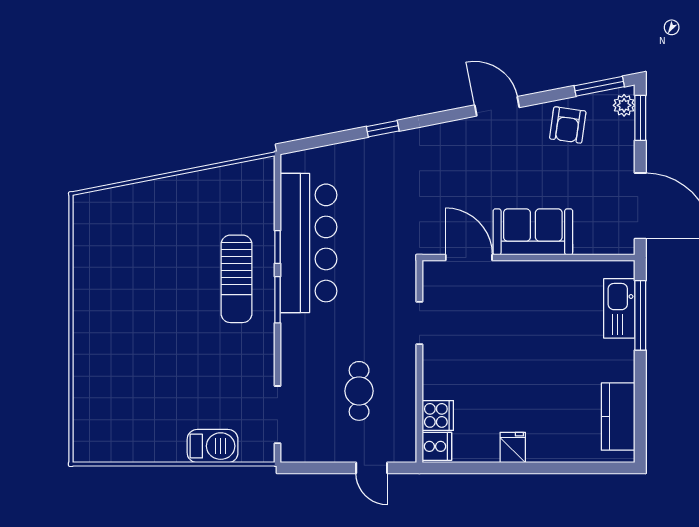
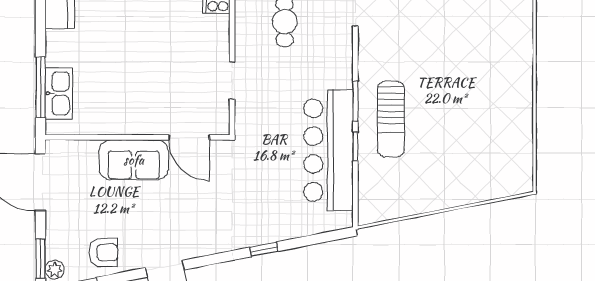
armchair: (568, 125) -> (103, 252), turned 82
sun lounger: (236, 279) -> (391, 119), turned 180

